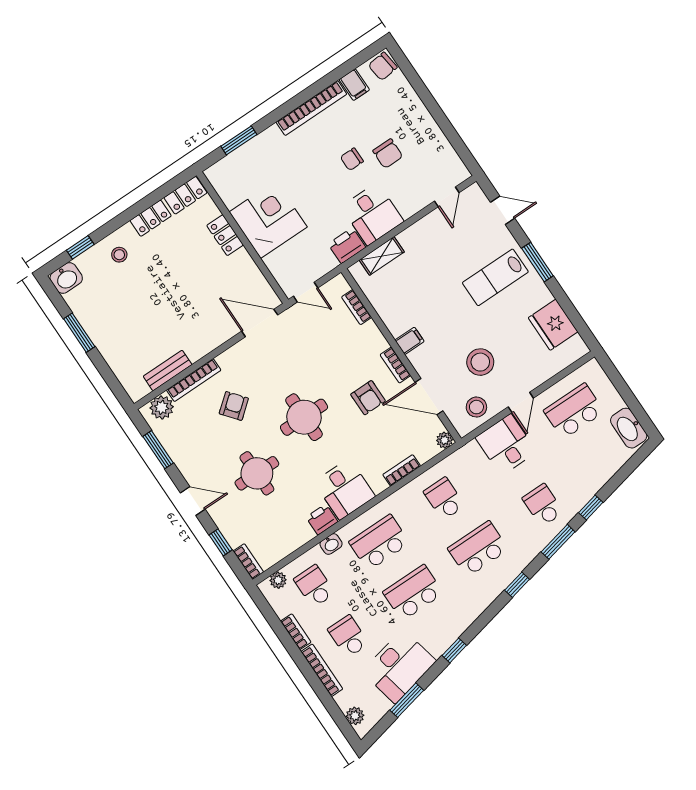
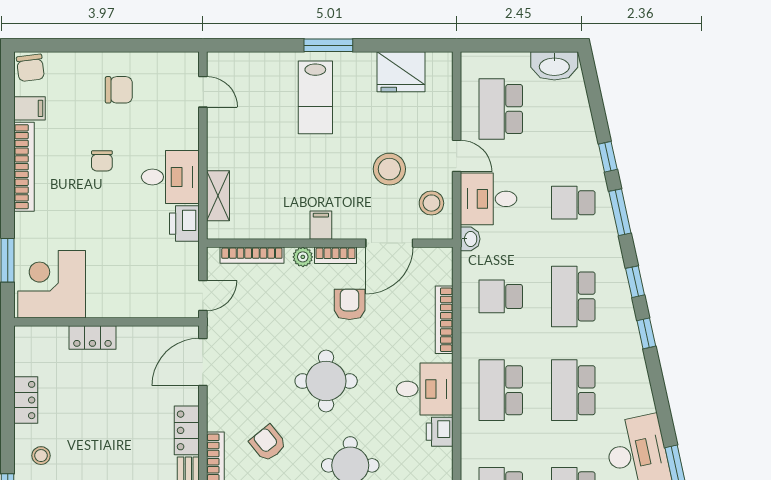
chair: (388, 154) -> (119, 90), moved
locker: (185, 195) -> (187, 430), moved, turned 180
door: (502, 210) -> (253, 45), removed
corner desk: (268, 219) -> (52, 284), moved
bookcase: (357, 307) -> (252, 255), width x1.56
armchair: (368, 398) -> (350, 304), turned -90
plant: (444, 440) -> (303, 257), moved
bookcase: (402, 470) -> (444, 320), width x1.56
washbasin: (331, 544) -> (470, 239), moved
window: (454, 650) -> (646, 333), moved

